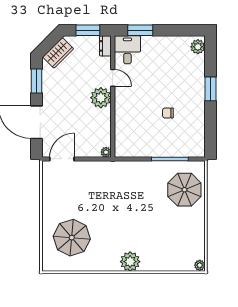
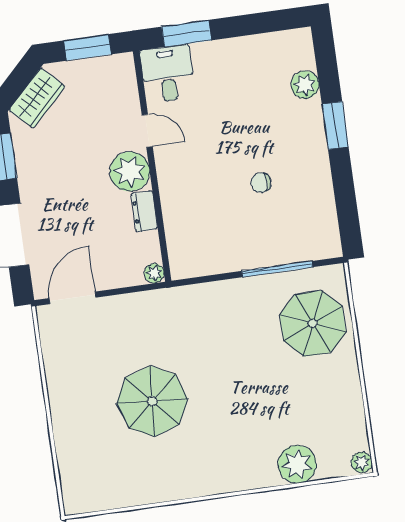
dresser: (105, 46) -> (144, 211), moved
plant: (198, 47) -> (305, 85), moved
parasol: (72, 238) -> (152, 401), moved
plant: (130, 262) -> (297, 464), moved

